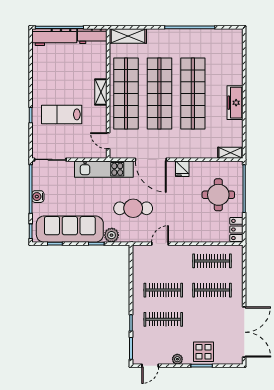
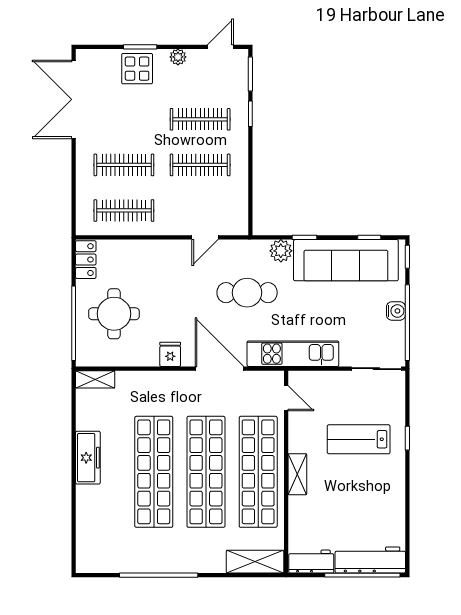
lab bench: (62, 114) -> (359, 439), turned 180

